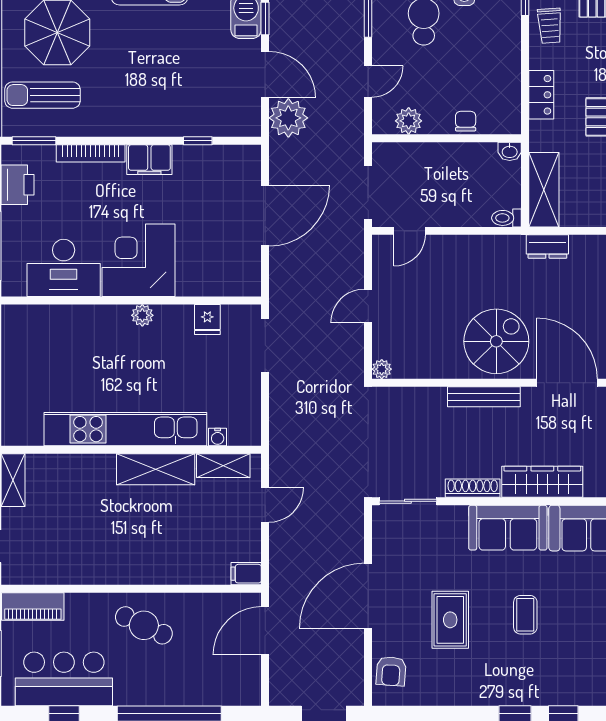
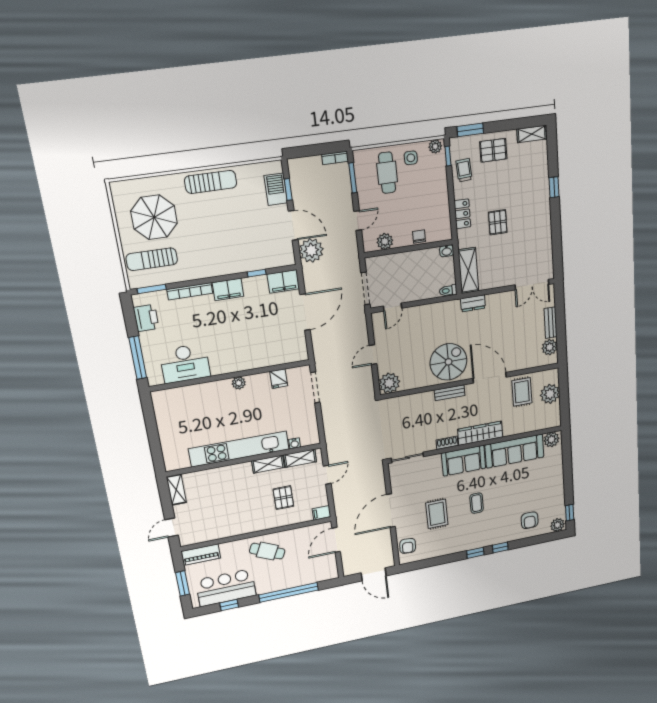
trolley: (550, 26) -> (464, 170), turned 180
filing cabinet: (237, 161) -> (283, 281), added
corner desk: (138, 260) -> (231, 351), removed
plant: (382, 369) -> (389, 383), width x1.88, depth x1.88
bench: (484, 397) -> (450, 393), width x0.73
shelving: (156, 469) -> (268, 464), width x0.67, depth x0.75
shoe rack: (473, 488) -> (447, 443), width x0.70
pallet: (185, 531) -> (283, 498), added

